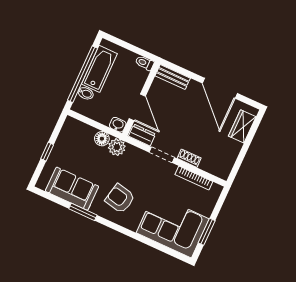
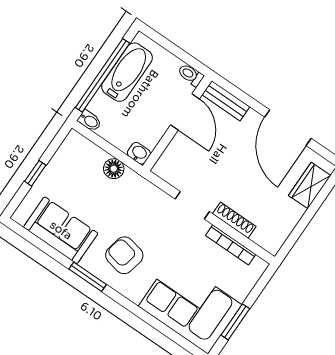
bidet: (86, 93) -> (90, 121), moved
door: (137, 107) -> (185, 112), moved
dresser: (142, 135) -> (170, 173), removed
plant: (117, 147) -> (132, 184), removed
shoe rack: (189, 158) -> (234, 220), width x1.43
window: (83, 212) -> (88, 277), moved

